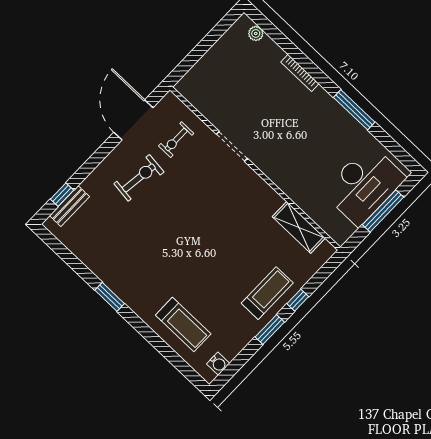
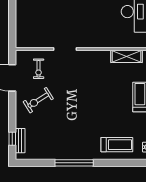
exercise bike: (139, 178) -> (38, 100), turned -129
window: (110, 297) -> (74, 163), width x2.11

